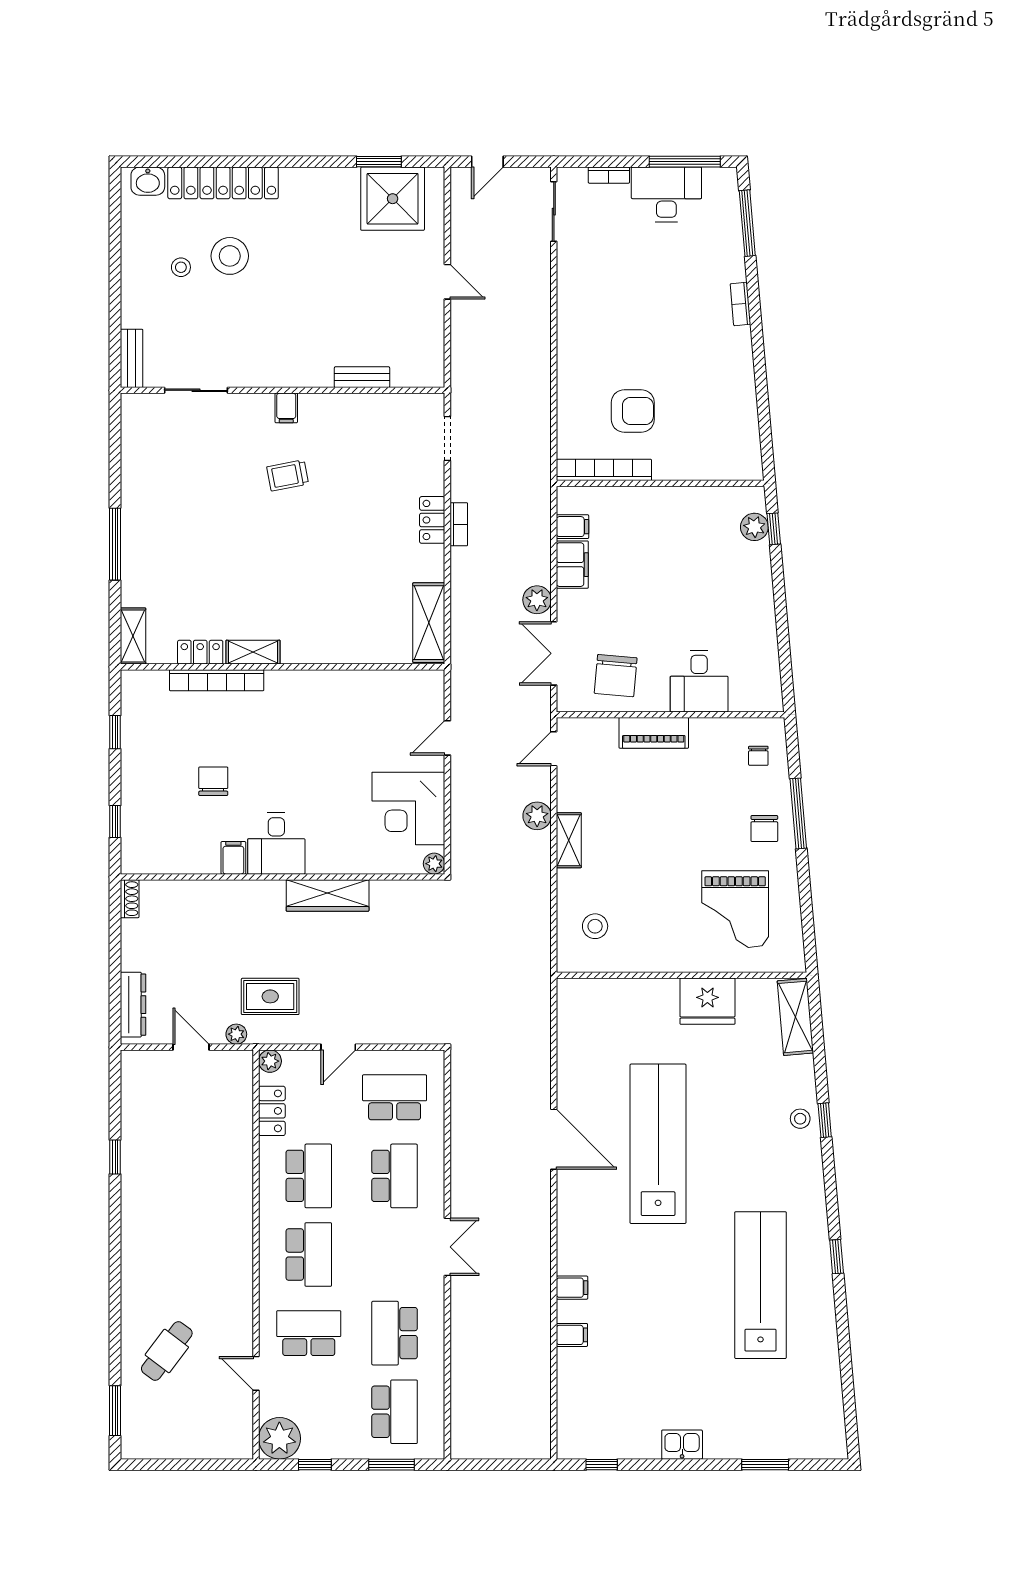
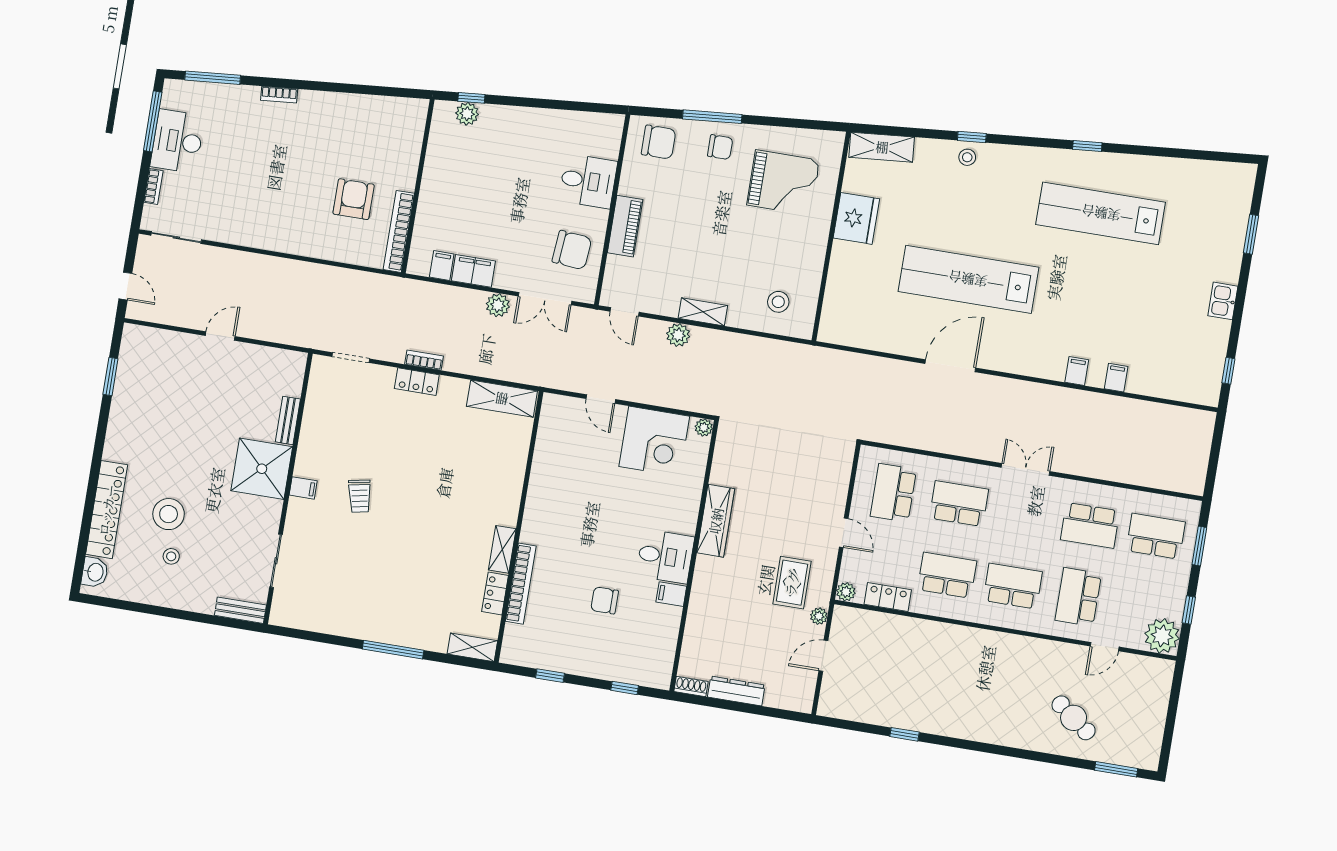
shower: (393, 199) -> (262, 469), moved
chair: (758, 756) -> (659, 142), width x1.87, depth x1.87
dresser: (133, 1005) -> (736, 691), moved

